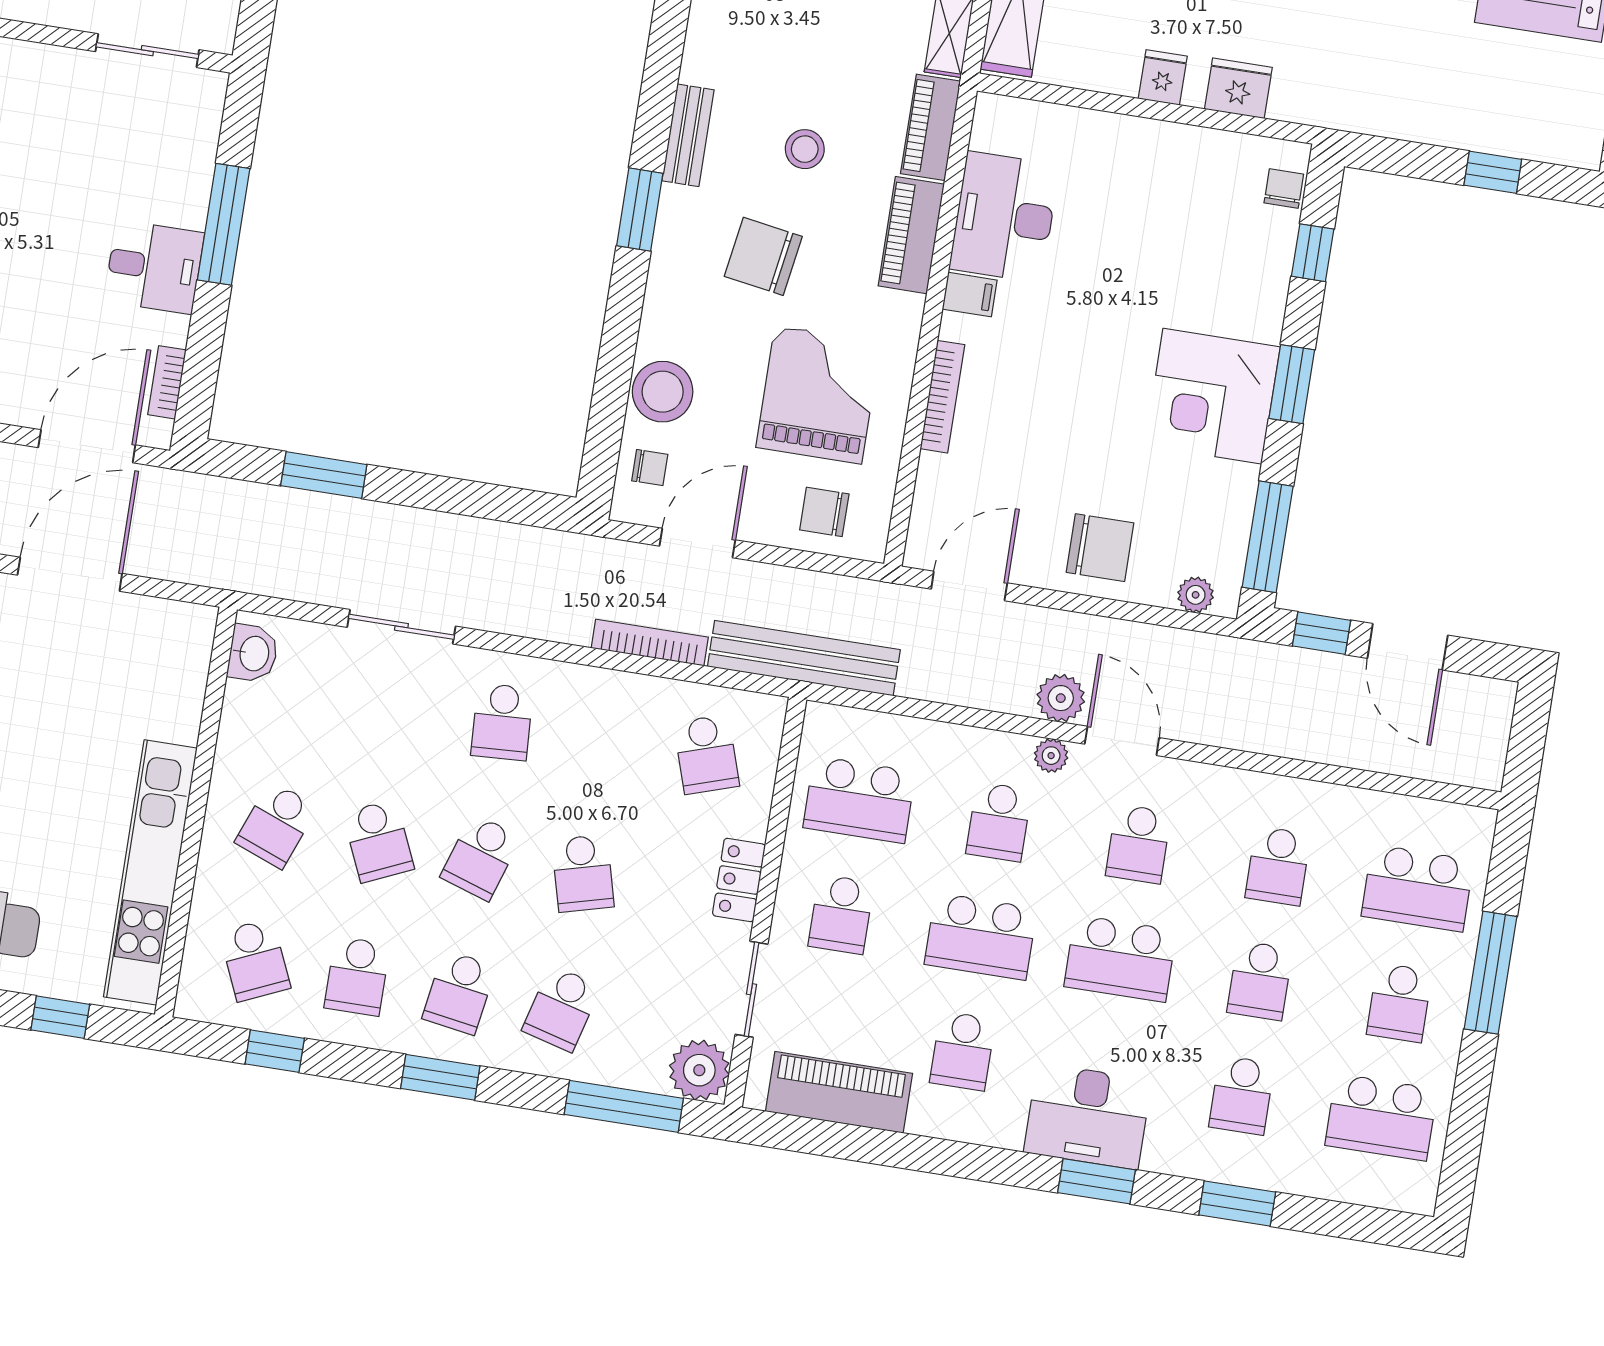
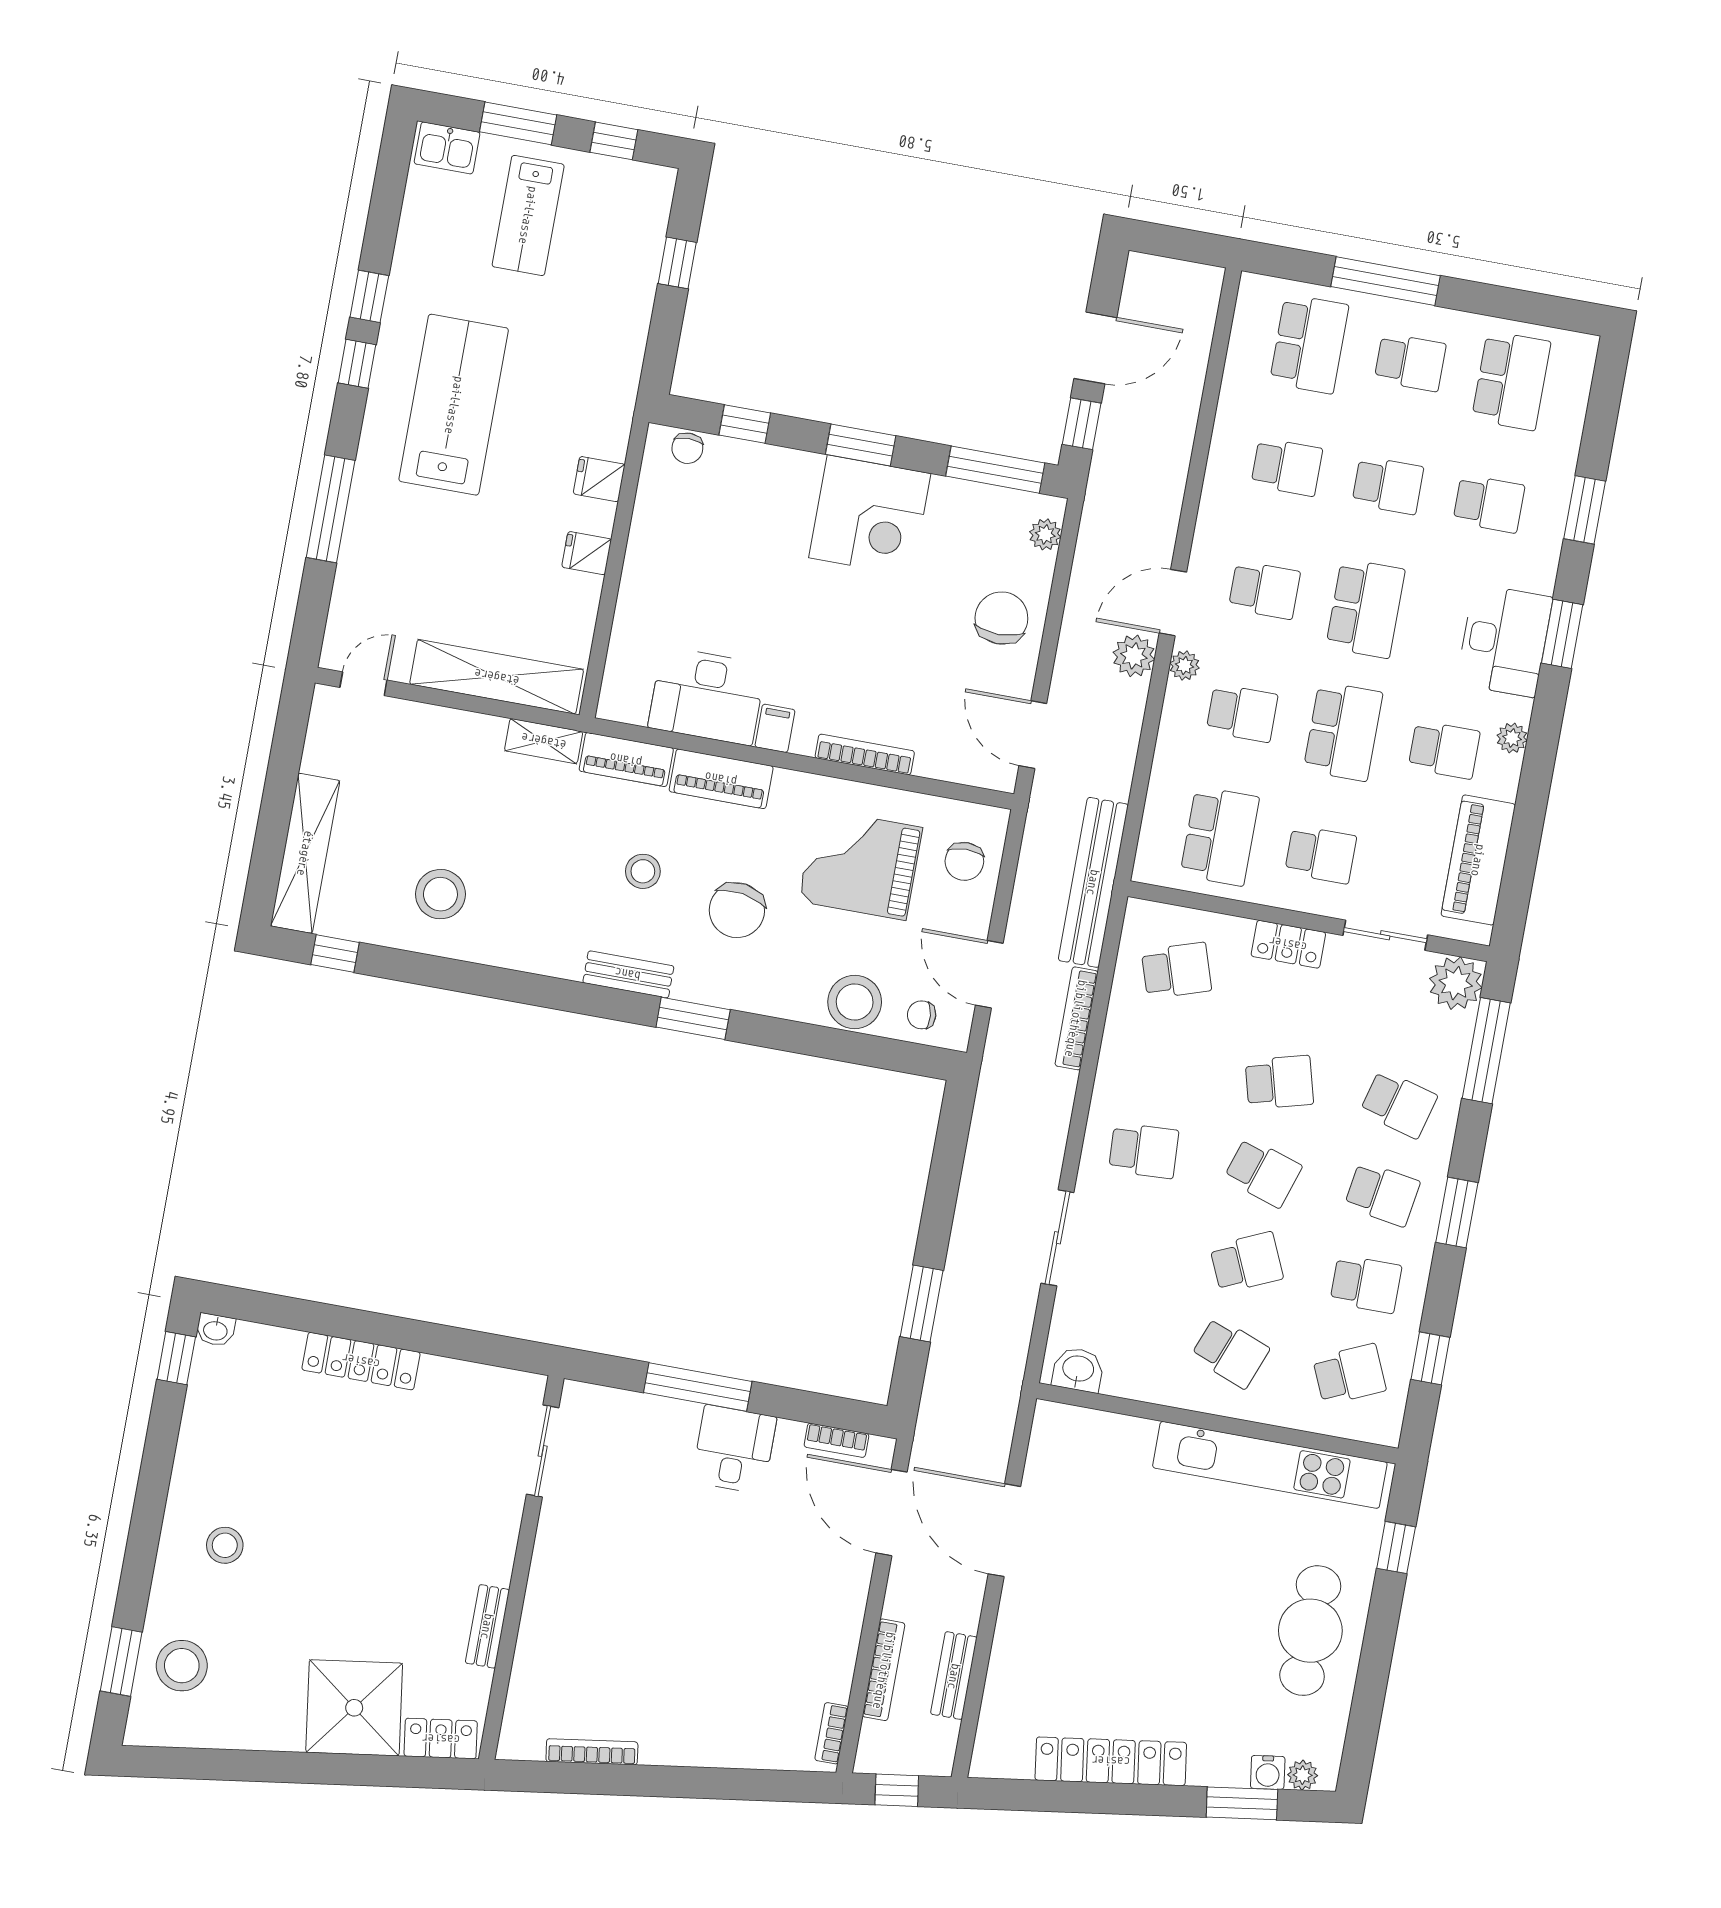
fridge: (1238, 88) -> (599, 479), width x0.72
chair: (1284, 189) -> (687, 448), turned -90
chair: (650, 468) -> (922, 1015), turned -96
plant: (978, 1127) -> (1512, 738), added

